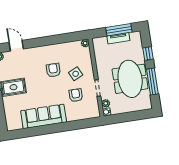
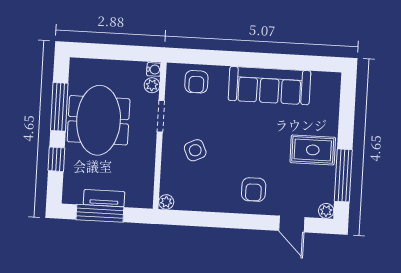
armchair: (53, 70) -> (254, 190), moved
armchair: (76, 95) -> (196, 82), moved

